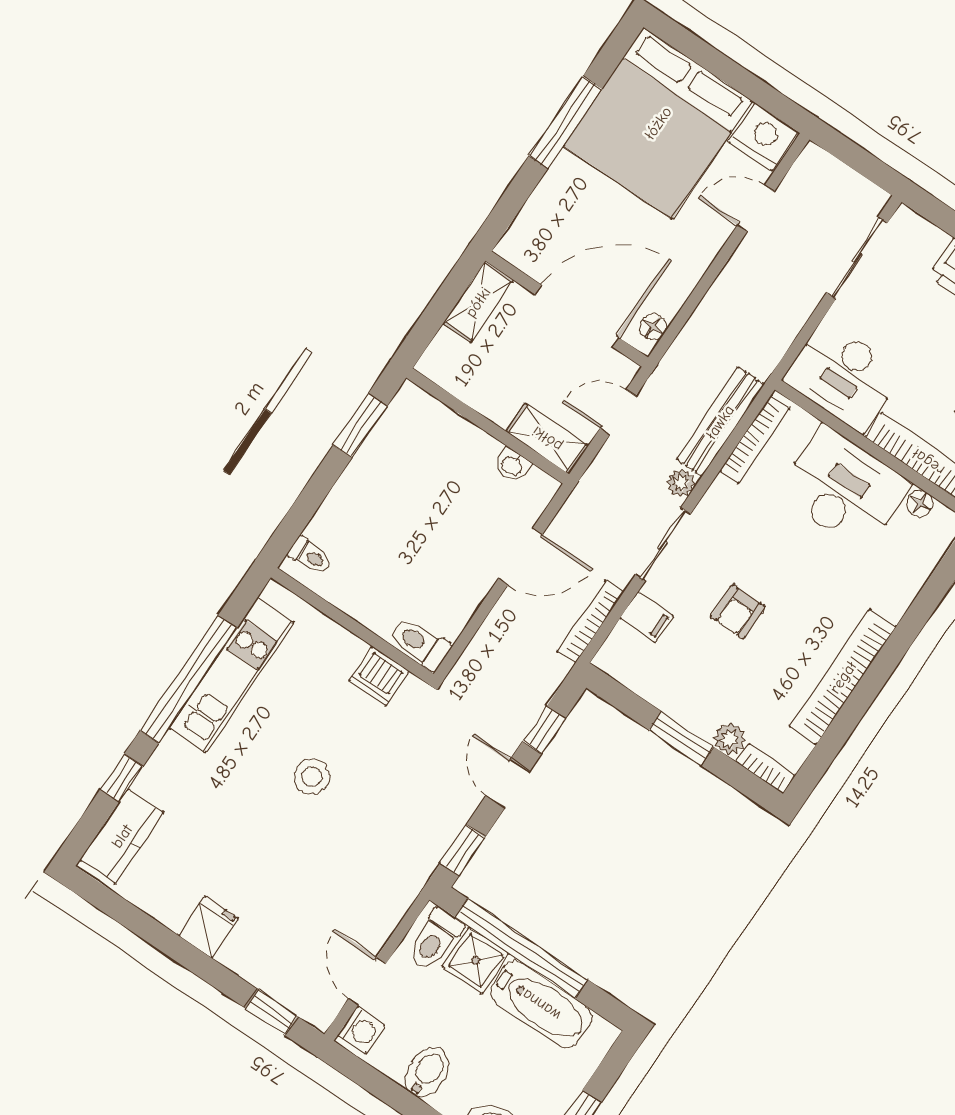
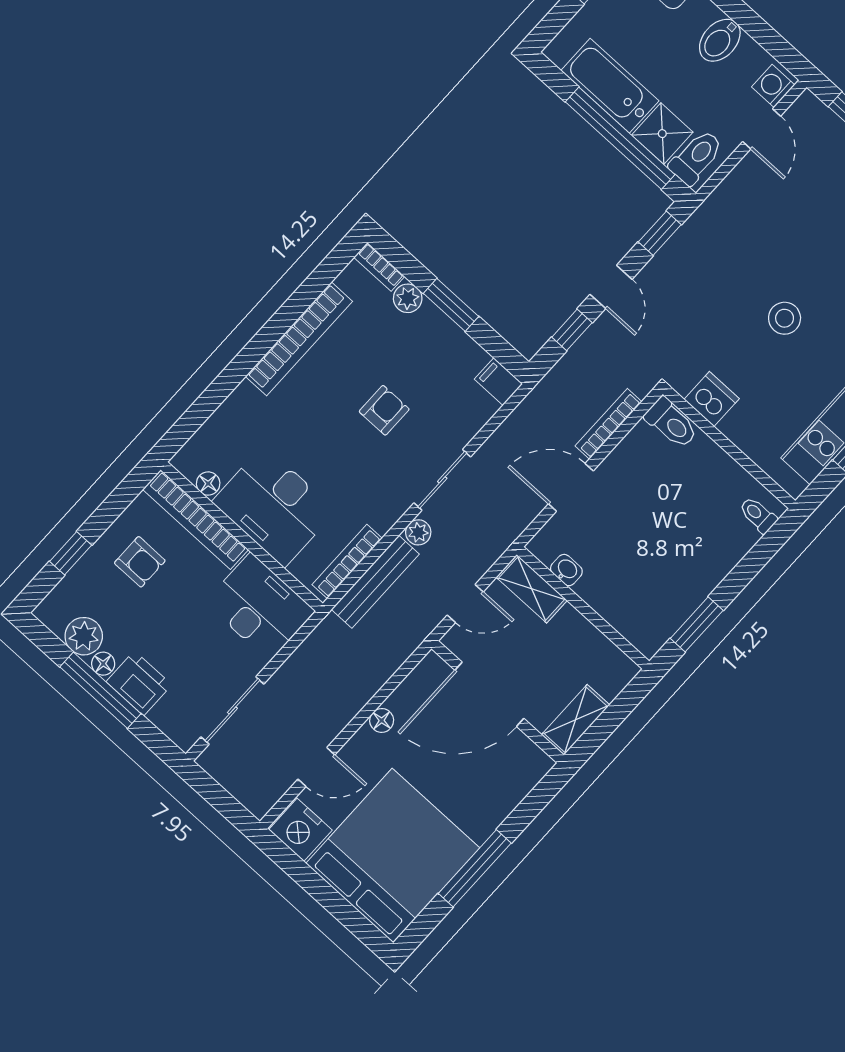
floor lamp: (653, 327) -> (382, 720), moved
filing cabinet: (647, 617) -> (498, 382), moved
bookcase: (590, 622) -> (608, 424), moved, turned 180

